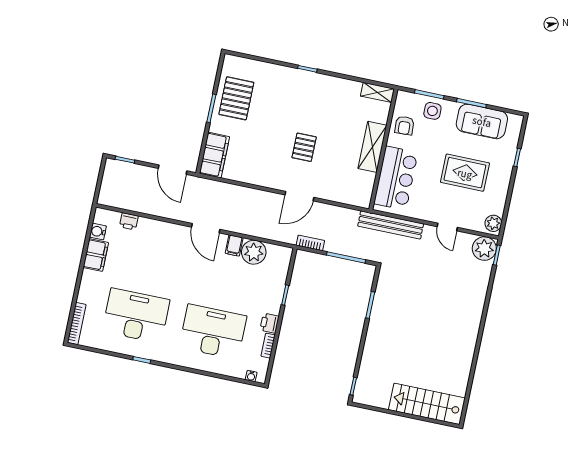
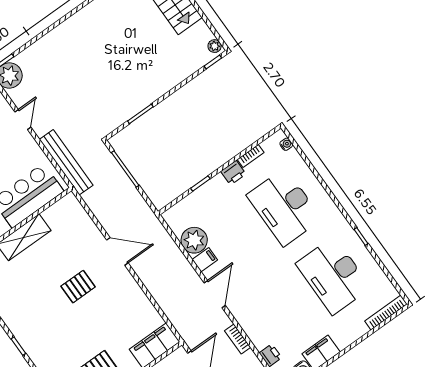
bookcase: (310, 243) -> (238, 339), moved
plant: (362, 398) -> (215, 46), added

